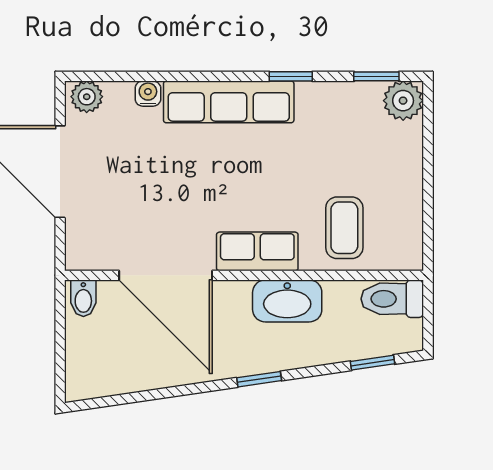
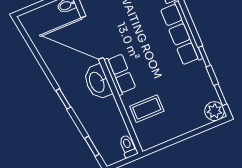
door: (166, 275) -> (92, 38), hinge flipped
toilet: (392, 299) -> (128, 146), width x0.73, depth x0.72
washbasin: (287, 301) -> (97, 82), moved

